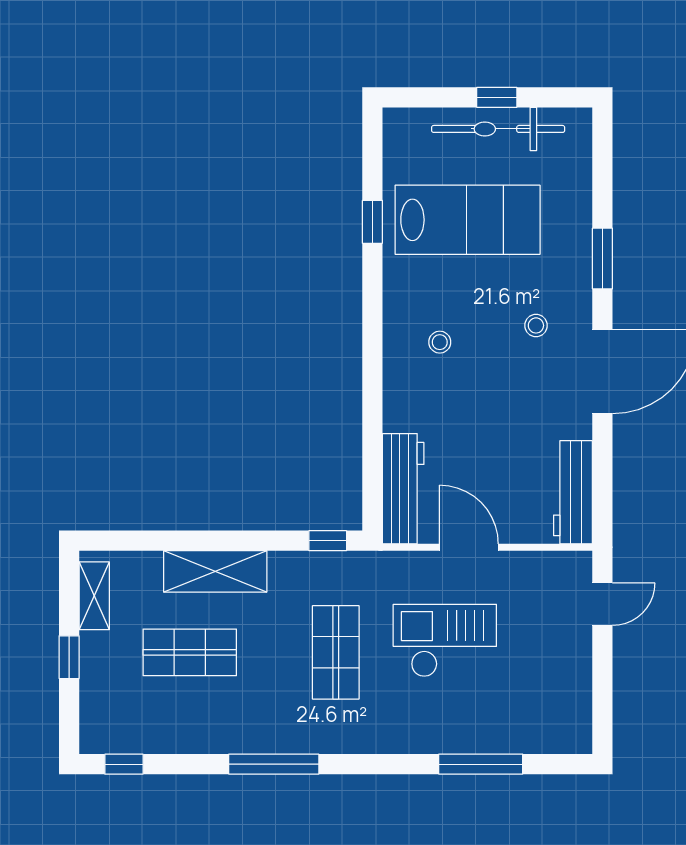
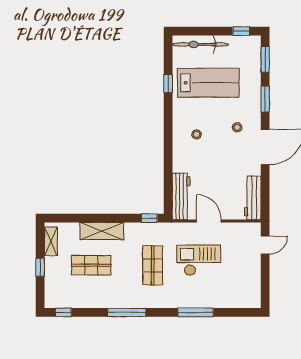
window: (497, 97) -> (241, 31), moved
bicycle: (498, 129) -> (200, 44), moved
window: (602, 164) -> (265, 59), added
window: (481, 764) -> (196, 312), moved

